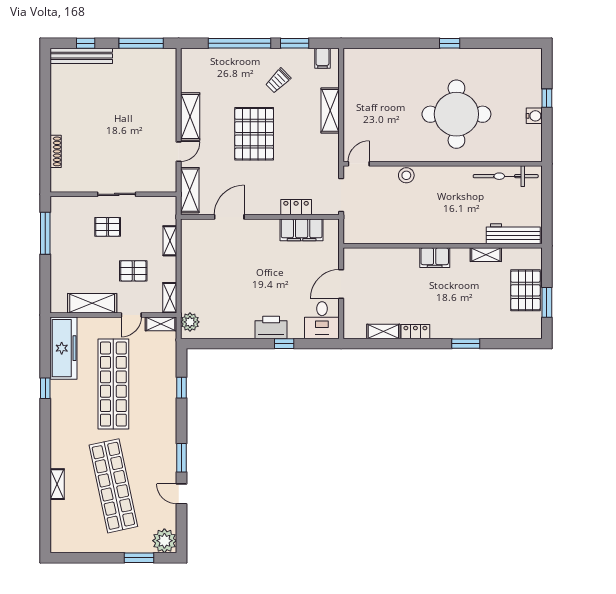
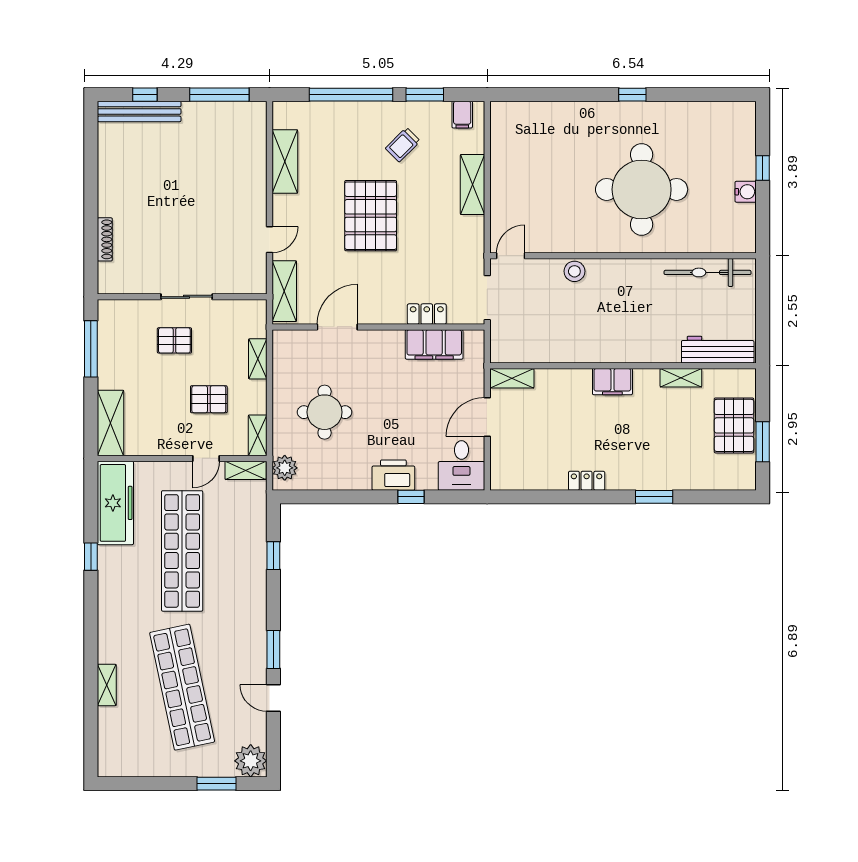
shelving: (190, 116) -> (285, 162), moved
round table: (220, 280) -> (325, 412), added
shelving: (92, 303) -> (111, 423), moved, turned 90
shelving: (383, 331) -> (512, 378), moved

